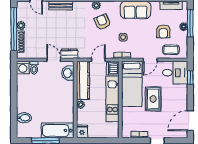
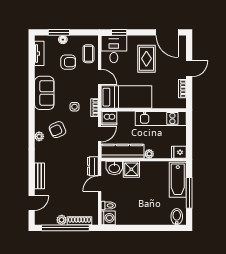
window: (190, 23) -> (59, 32), width x0.69
door: (98, 60) -> (100, 134), swing flipped
shower: (67, 88) -> (131, 169), added
kitchen unit: (113, 99) -> (161, 118), moved
rug: (153, 99) -> (146, 59), moved, turned 90
bidet: (24, 118) -> (177, 217), moved

